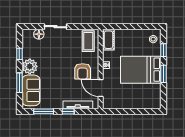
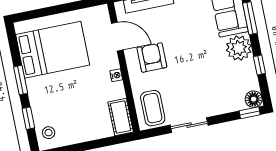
window: (31, 27) -> (250, 113), added
sliding door: (55, 27) -> (189, 125), moved
floor lamp: (39, 34) -> (254, 99), moved
bed: (141, 70) -> (53, 50), moved

